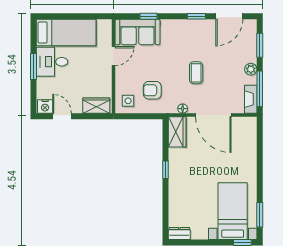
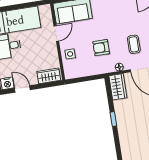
coffee table: (196, 73) -> (134, 44), moved
armchair: (152, 90) -> (101, 48), moved
side table: (128, 101) -> (70, 54), moved

